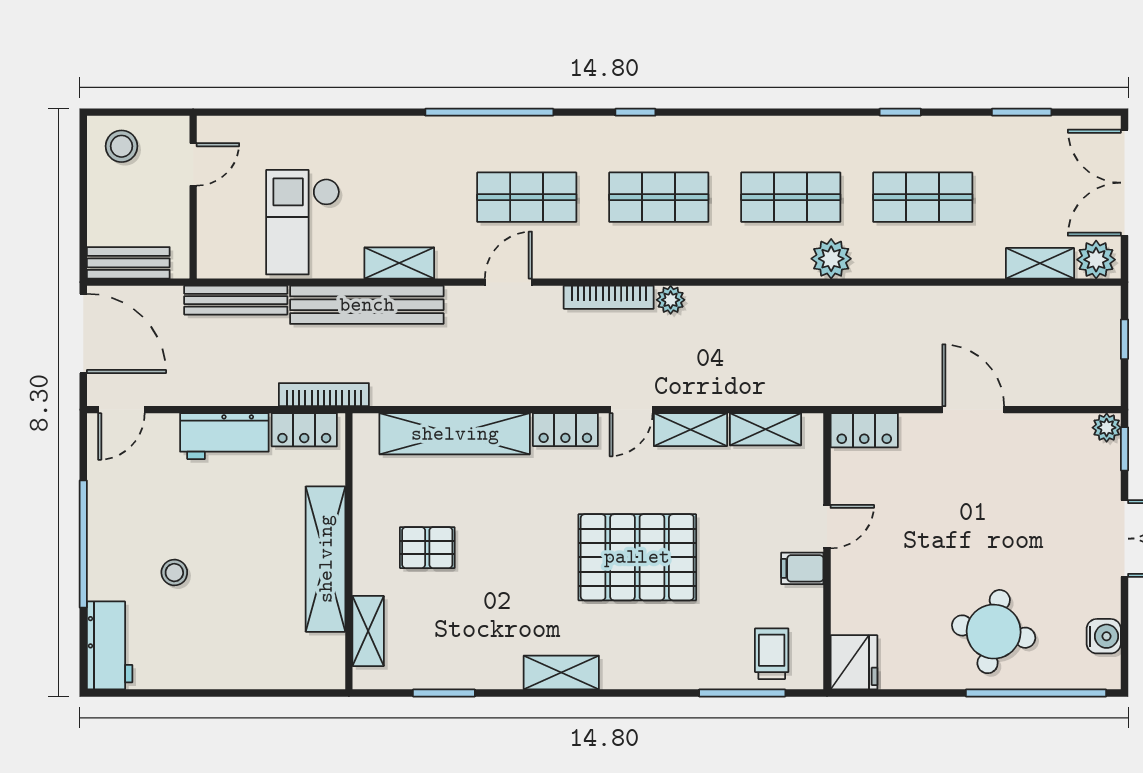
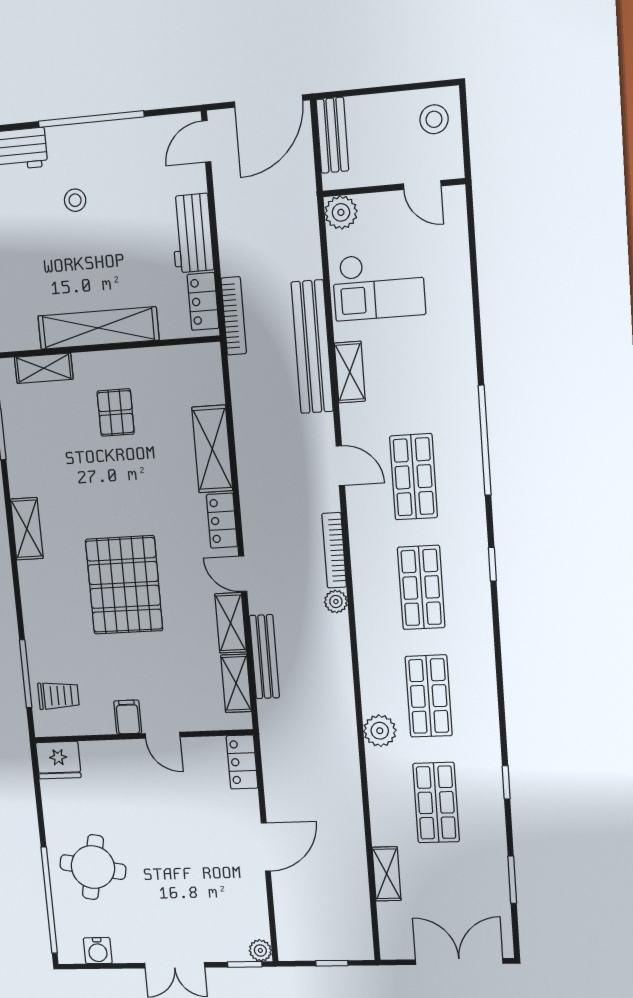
checkout: (303, 222) -> (379, 286), turned 180
plant: (1096, 260) -> (341, 212), moved
shelving: (1040, 263) -> (387, 874), moved
bench: (236, 300) -> (264, 657), moved
door: (121, 410) -> (206, 141), hinge flipped
shelving: (455, 434) -> (212, 449), width x0.68

